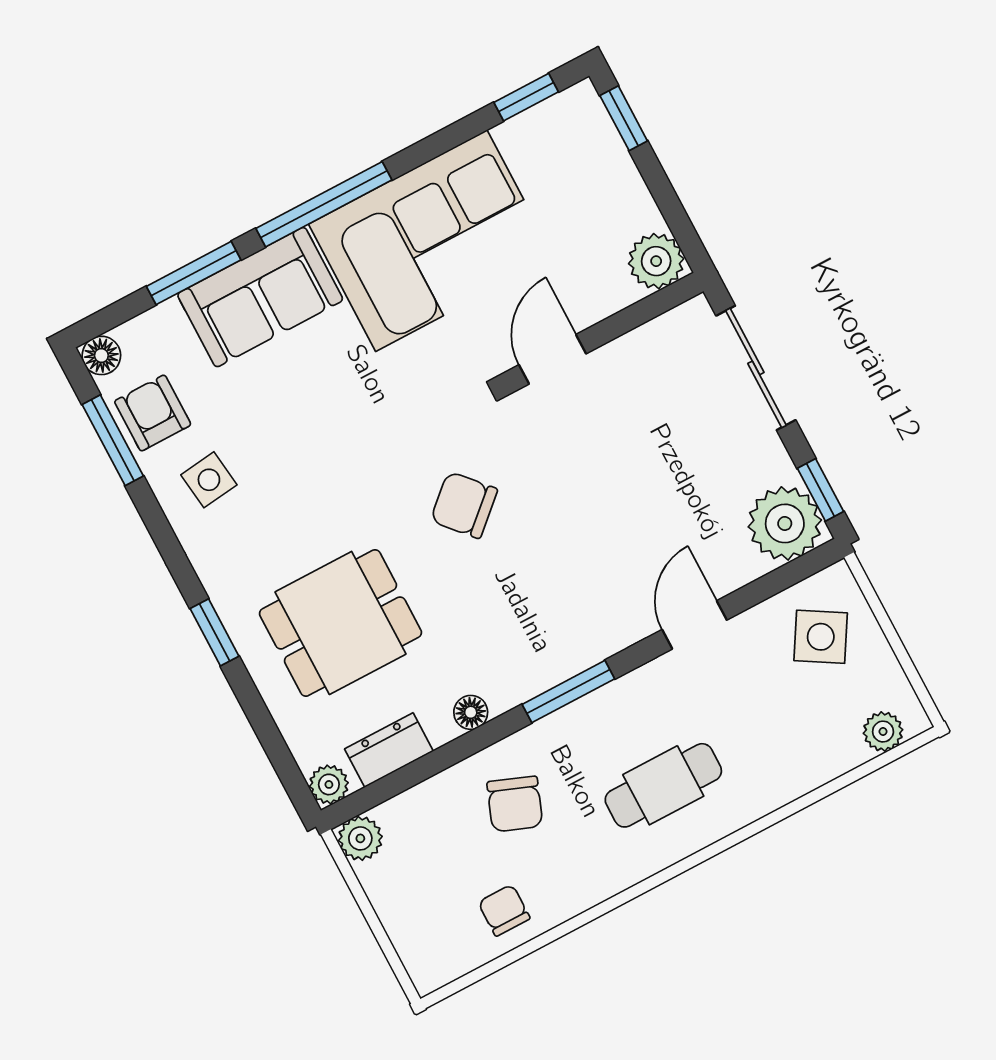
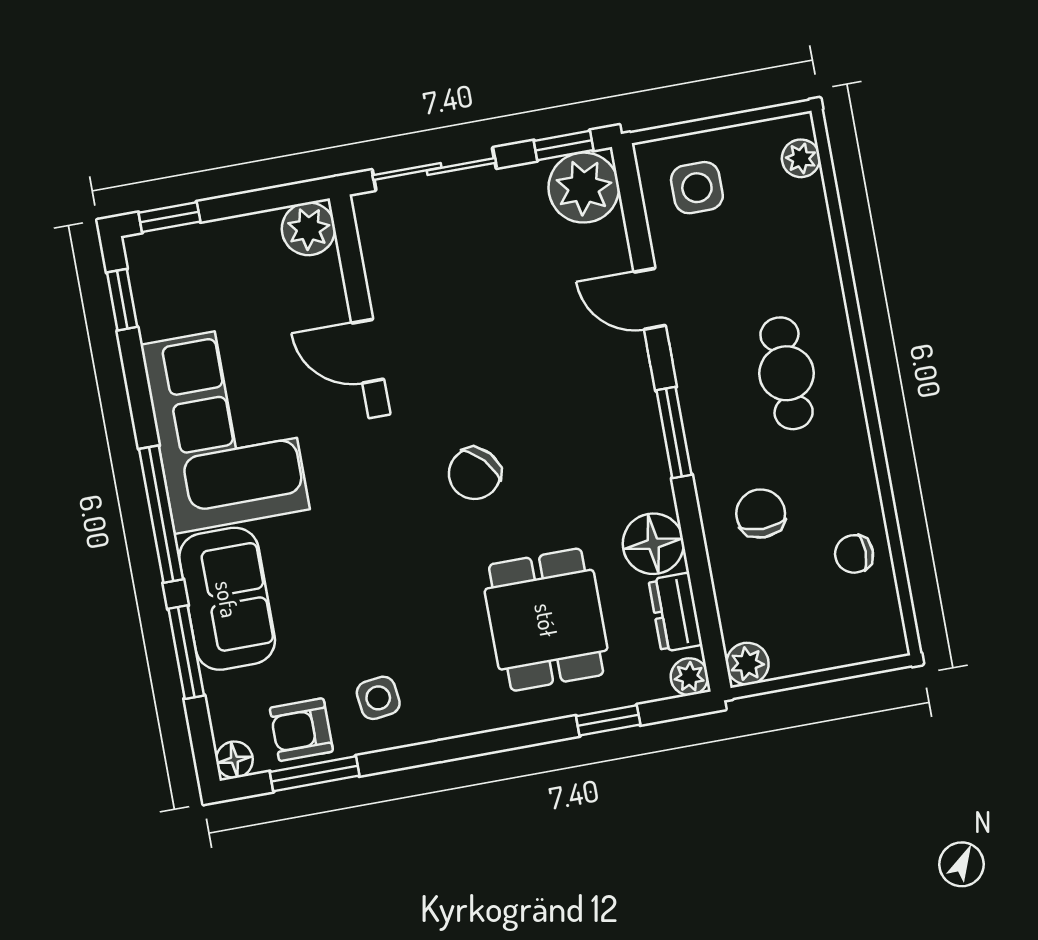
window: (214, 632) -> (608, 720), moved
side table: (821, 637) -> (697, 188), turned -31
floor lamp: (471, 712) -> (653, 544), width x1.89, depth x1.89
chair: (515, 804) -> (761, 514), turned -111

